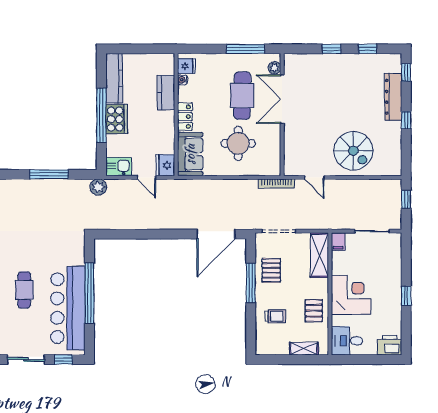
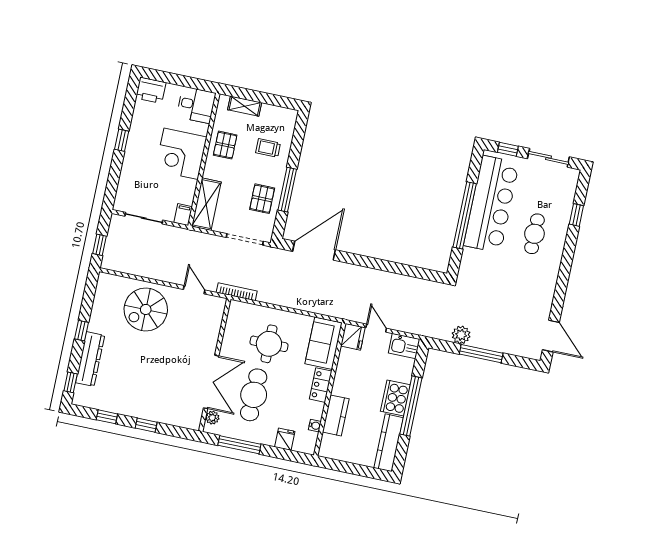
fridge: (186, 66) -> (285, 439), moved, turned 90
spiral stairs: (353, 151) -> (146, 309), turned -90
plant: (98, 187) -> (461, 335), moved

